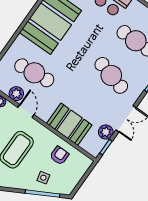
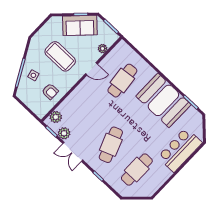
cafe table: (111, 75) -> (111, 145), turned -36
plant: (16, 94) -> (56, 117), moved
booth: (69, 124) -> (75, 104), removed

